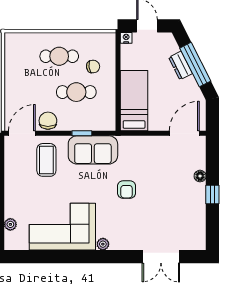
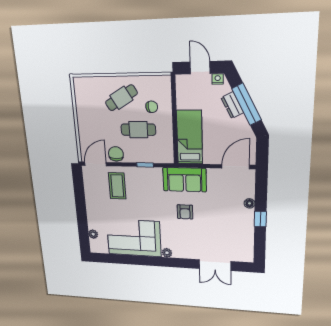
nightstand: (126, 38) -> (218, 79), moved
cafe table: (59, 56) -> (121, 98), turned -31
sofa: (93, 150) -> (185, 180), moved

